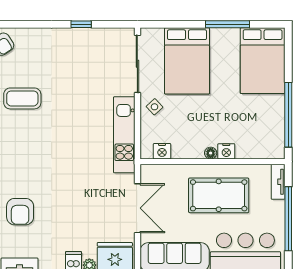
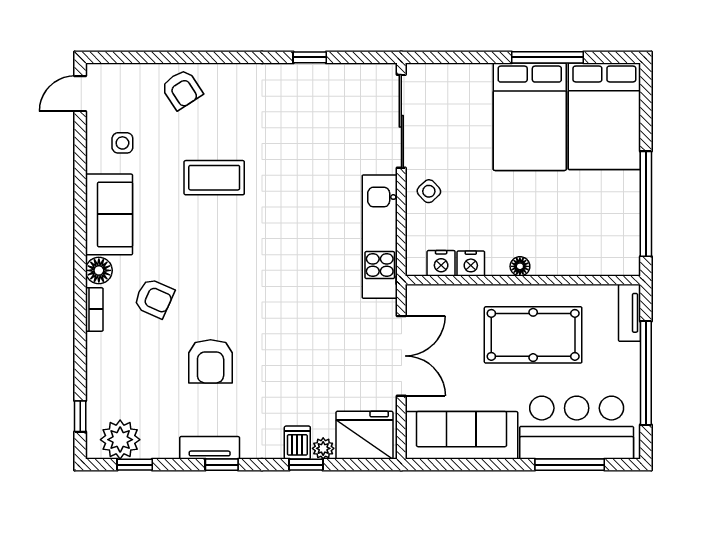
bed: (187, 61) -> (530, 117), moved
nightstand: (226, 151) -> (471, 263), moved

